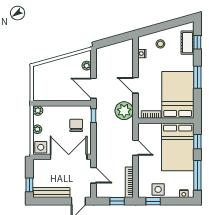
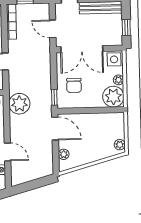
plant: (38, 73) -> (120, 145), added
door: (136, 85) -> (7, 152), moved
plant: (38, 111) -> (113, 97), width x1.88, depth x1.88
window: (29, 185) -> (126, 27), moved

